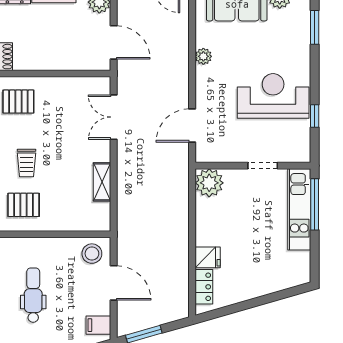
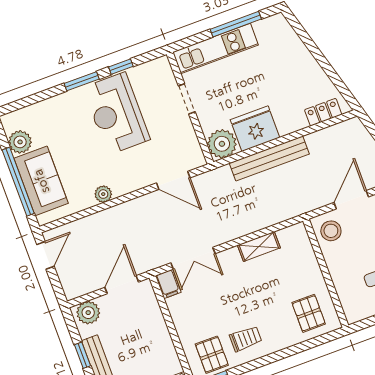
window: (315, 27) -> (82, 81), moved
filing cabinet: (98, 86) -> (168, 284), added
trolley: (26, 163) -> (246, 339), moved
window: (315, 204) -> (236, 24), moved
bench: (180, 221) -> (269, 158), added
fridge: (208, 257) -> (255, 129), moved, width x1.88, depth x1.34

